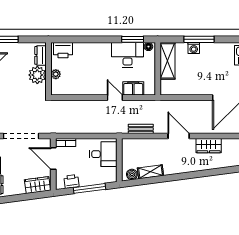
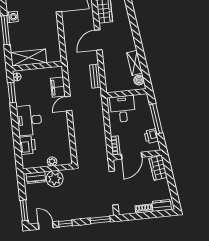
washing machine: (194, 48) -> (12, 17), moved
printer: (63, 50) -> (28, 145), moved
desk: (128, 55) -> (29, 120), moved

